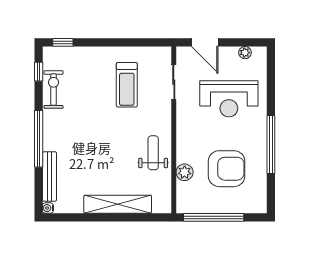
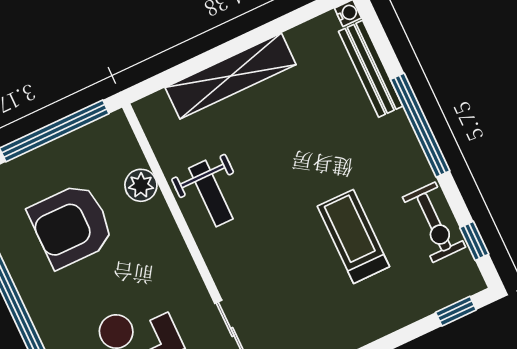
treadmill: (127, 85) -> (353, 236), moved

